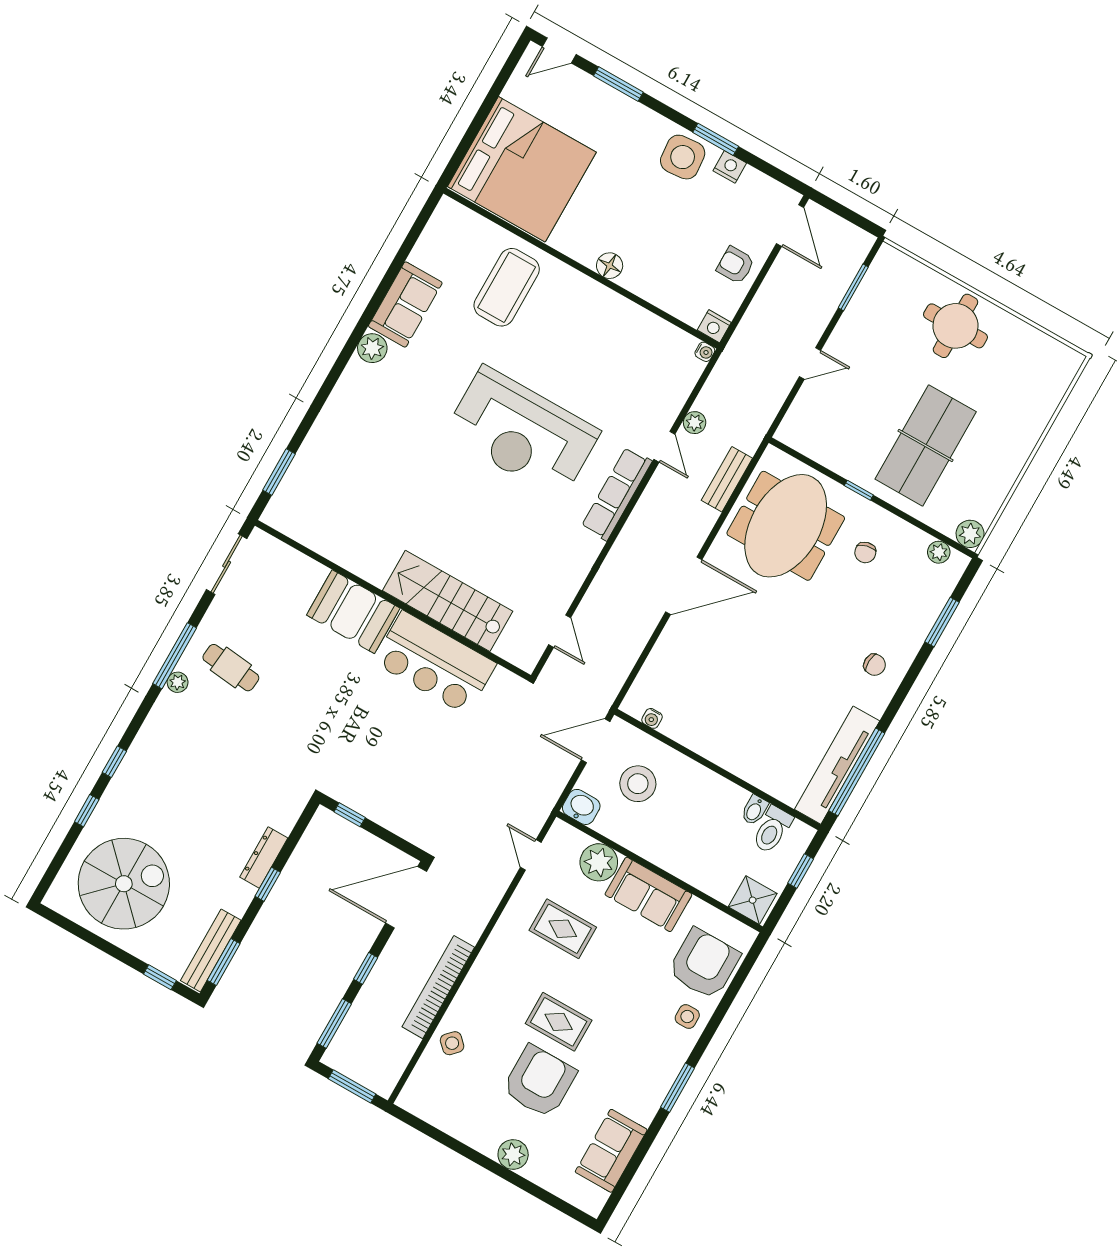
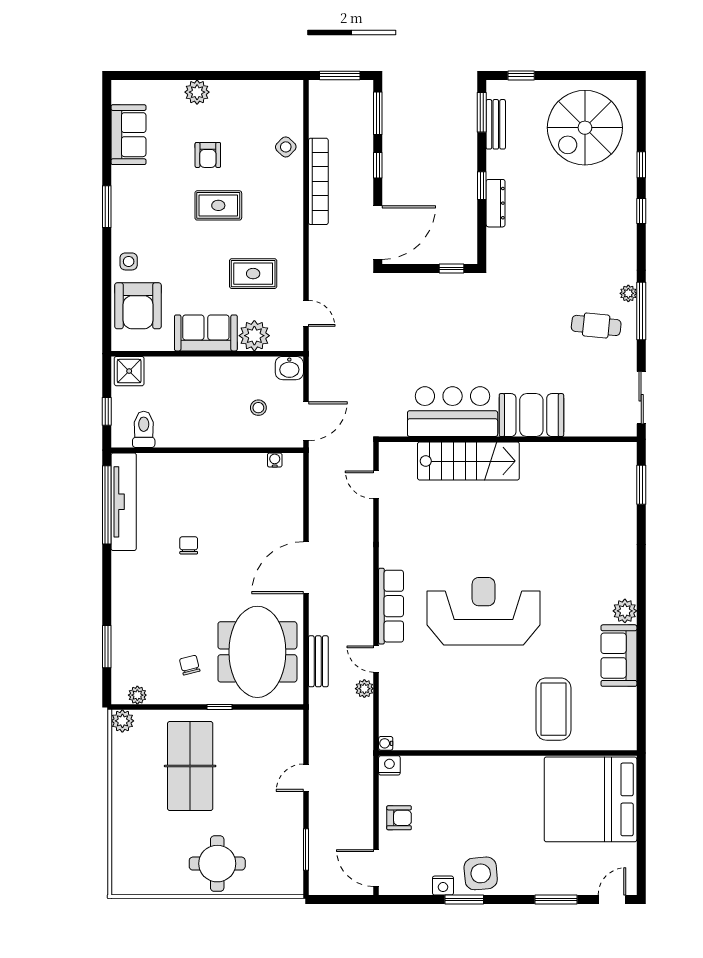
floor lamp: (610, 266) -> (489, 766), removed
chair: (875, 665) -> (189, 545), moved, turned 87
stool: (638, 784) -> (258, 408), width x0.53, depth x0.53
bidet: (755, 810) -> (164, 436), removed
bench: (211, 950) -> (496, 124), width x0.73
armchair: (539, 1082) -> (208, 155), width x0.53, depth x0.53

